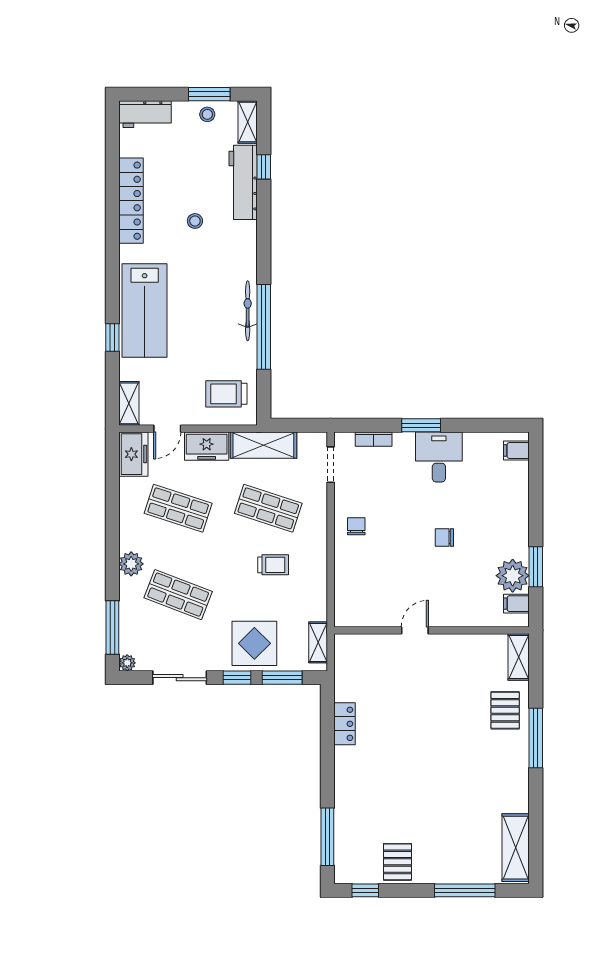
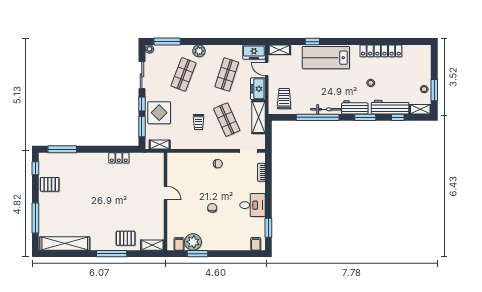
workbench: (145, 114) -> (355, 107), moved, turned 90
window: (264, 232) -> (365, 117), added
window: (421, 425) -> (268, 228), moved
shop shelf: (268, 508) -> (227, 120), turned -42
shelving: (516, 848) -> (65, 244), width x1.47

